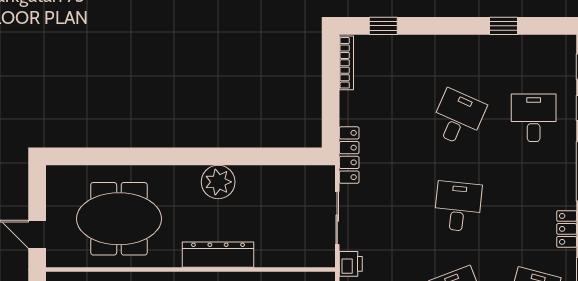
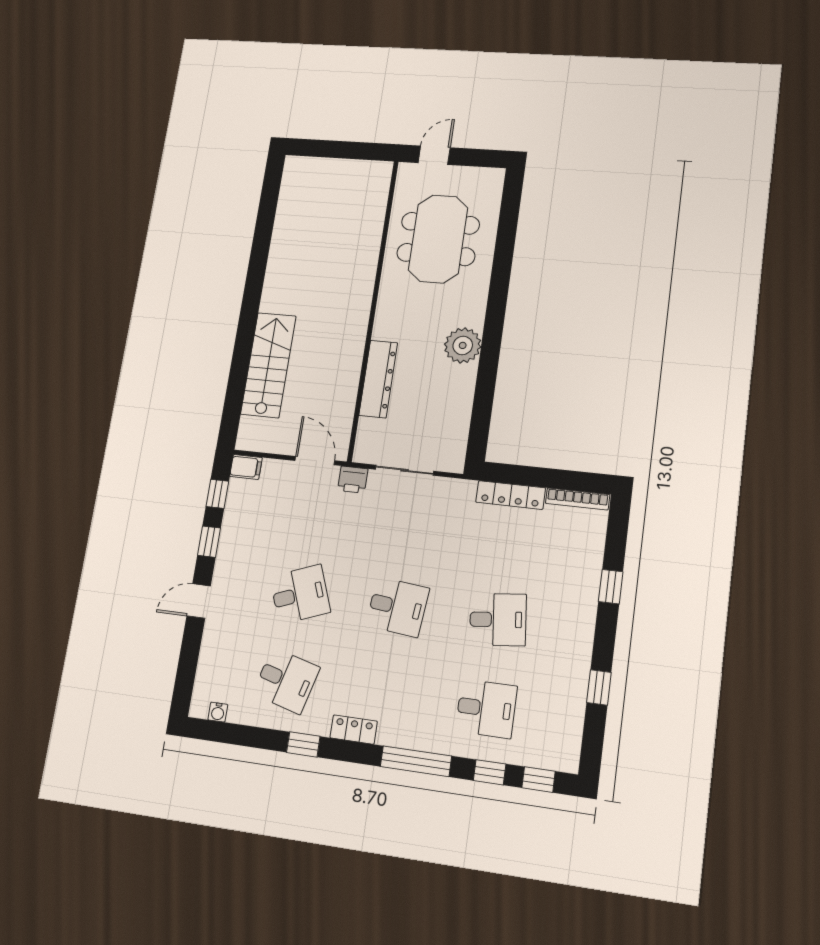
window: (383, 26) -> (611, 587), moved
desk: (458, 118) -> (498, 620), turned -30
locker: (349, 155) -> (511, 495), moved
dresser: (218, 255) -> (378, 379), moved

